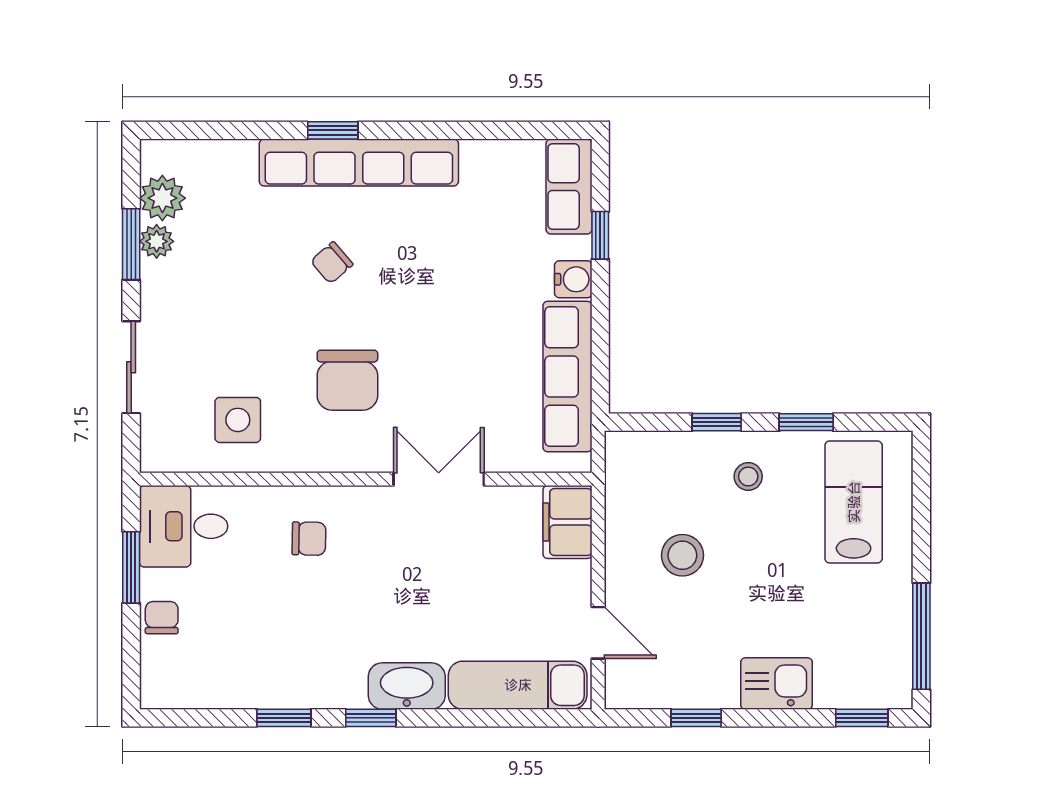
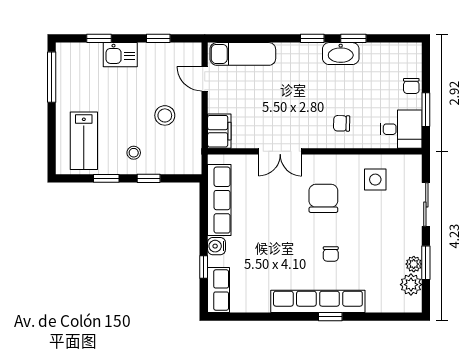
chair: (332, 263) -> (331, 254), turned 131
washbasin: (407, 686) -> (341, 54), moved
window: (862, 718) -> (99, 38), moved

